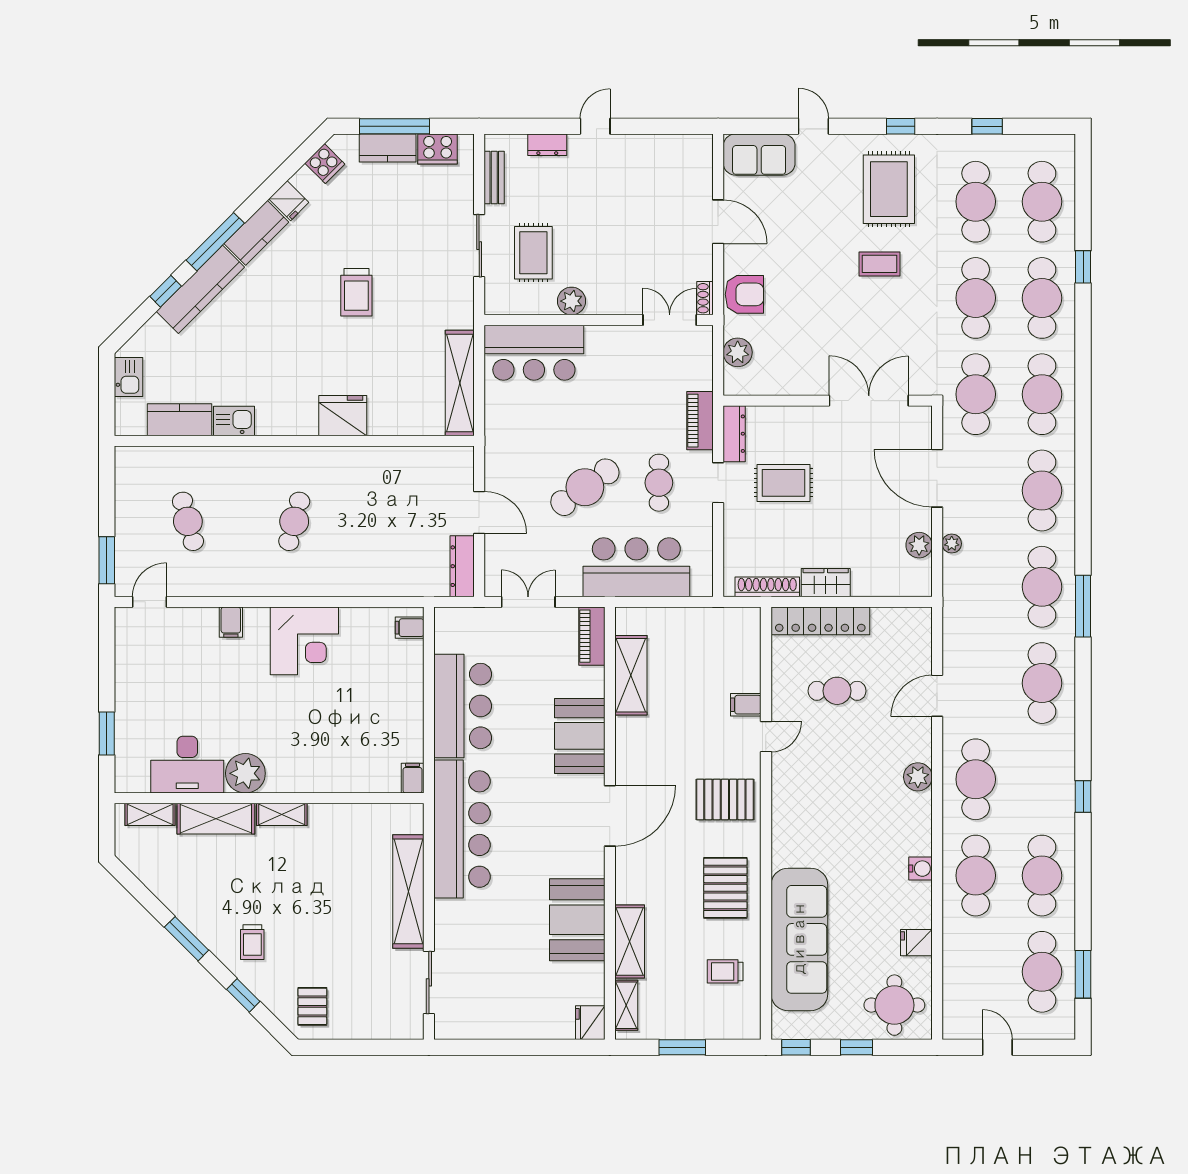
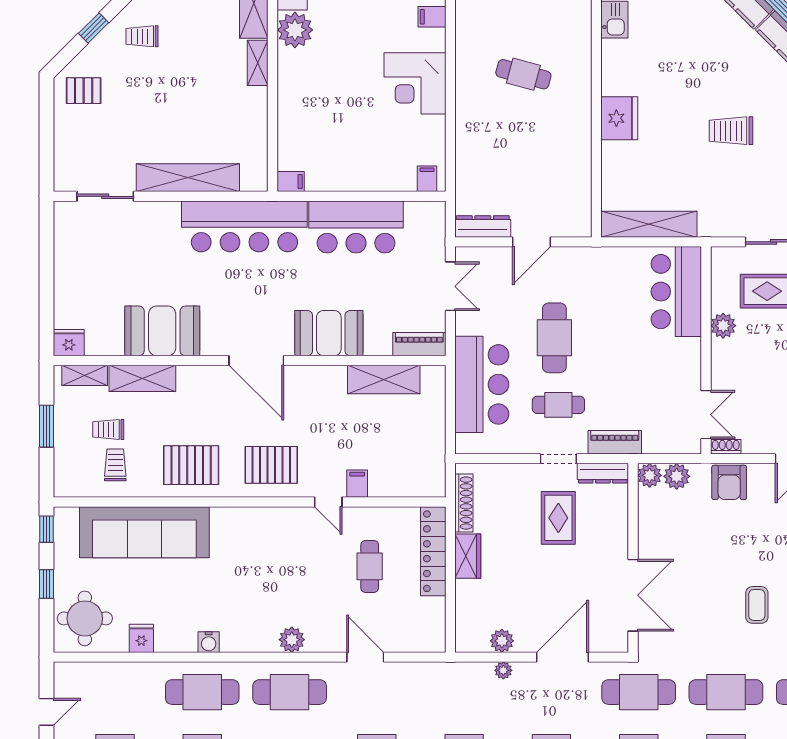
plant: (737, 382) -> (650, 475), added
cafe table: (585, 487) -> (554, 338), turned 36
pallet: (725, 799) -> (271, 465), turned 90
trolley: (686, 979) -> (108, 429), added

